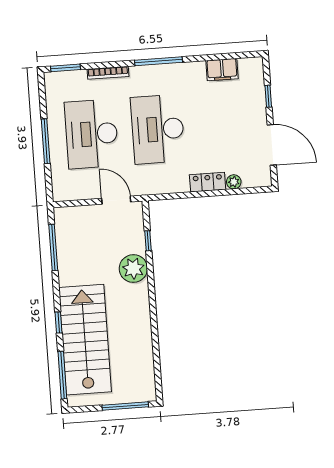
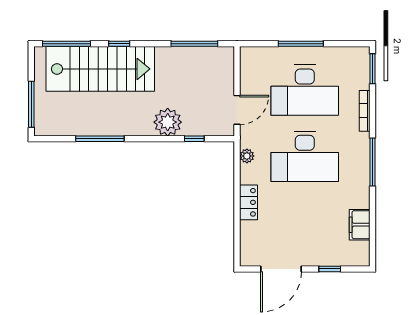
desk: (158, 129) -> (305, 156), turned 180
desk: (92, 134) -> (305, 90), turned 180
plant: (234, 182) -> (247, 156), moved
window: (155, 335) -> (100, 139), added

